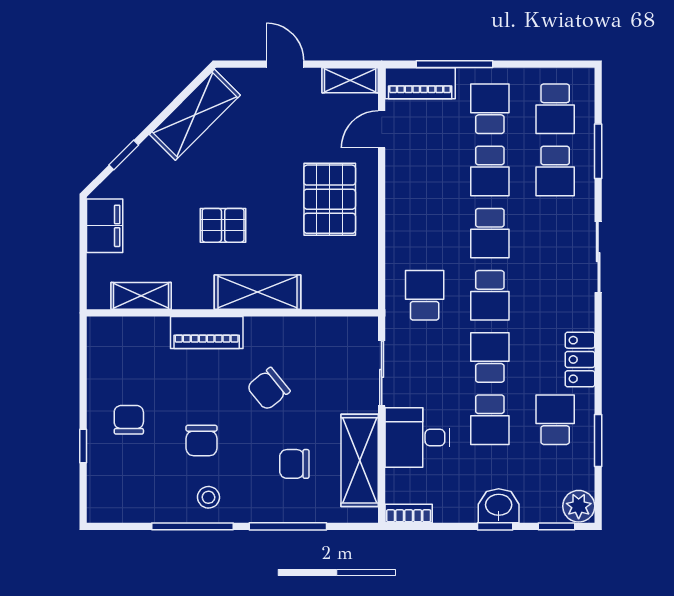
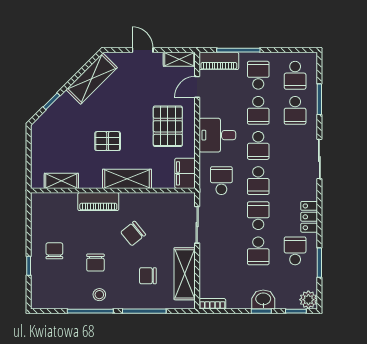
filing cabinet: (105, 226) -> (185, 173), moved, turned 180
desk: (417, 438) -> (217, 135), moved

